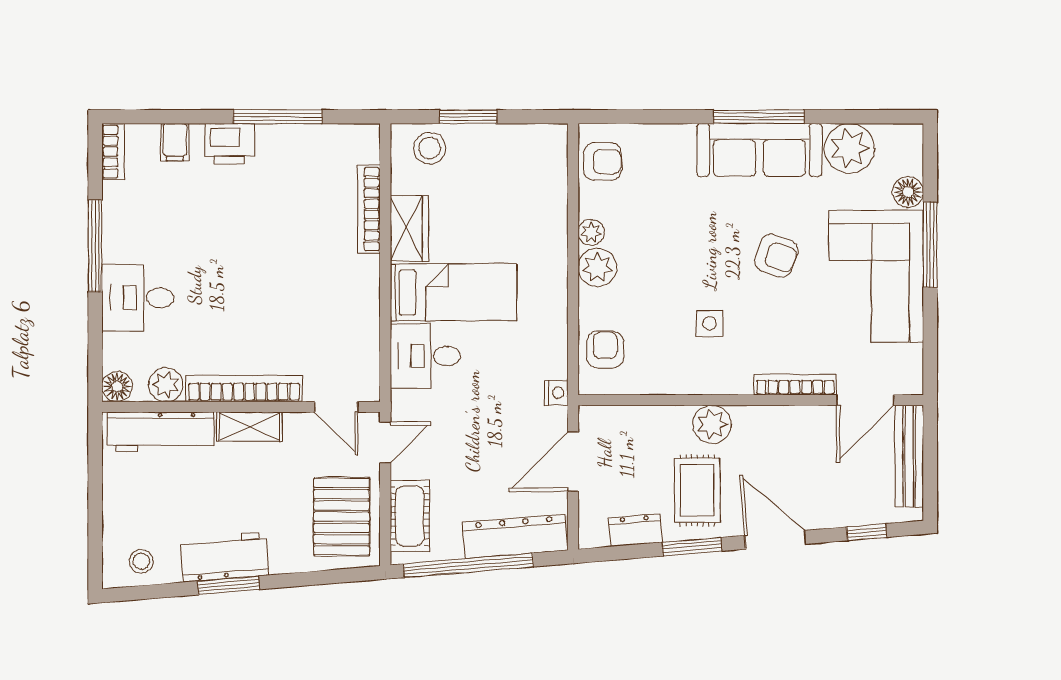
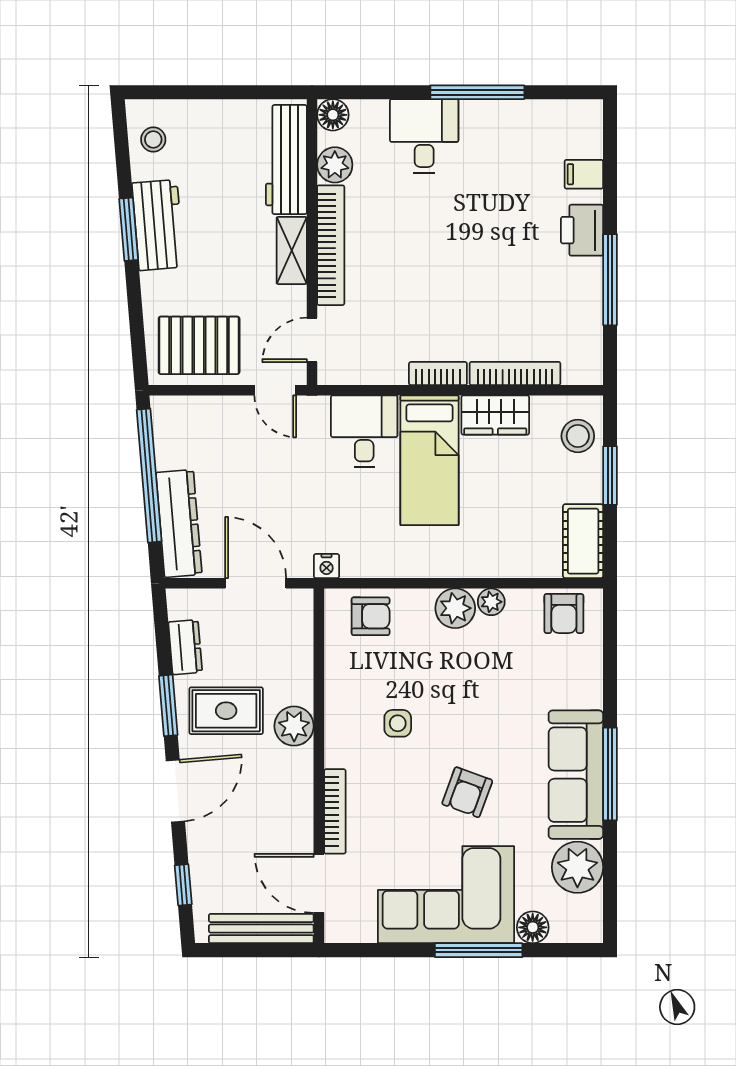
bookcase: (113, 152) -> (438, 373), moved, turned 180
cot: (410, 516) -> (583, 541), moved, turned 90

